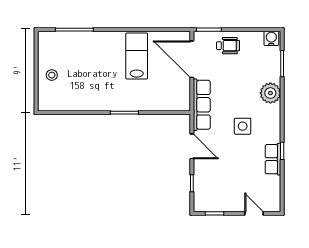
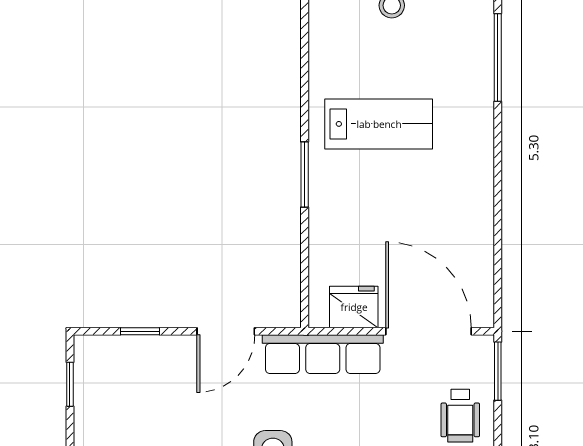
lab bench: (137, 56) -> (379, 124), moved
door: (192, 59) -> (428, 331), hinge flipped
fridge: (181, 91) -> (354, 307), added

